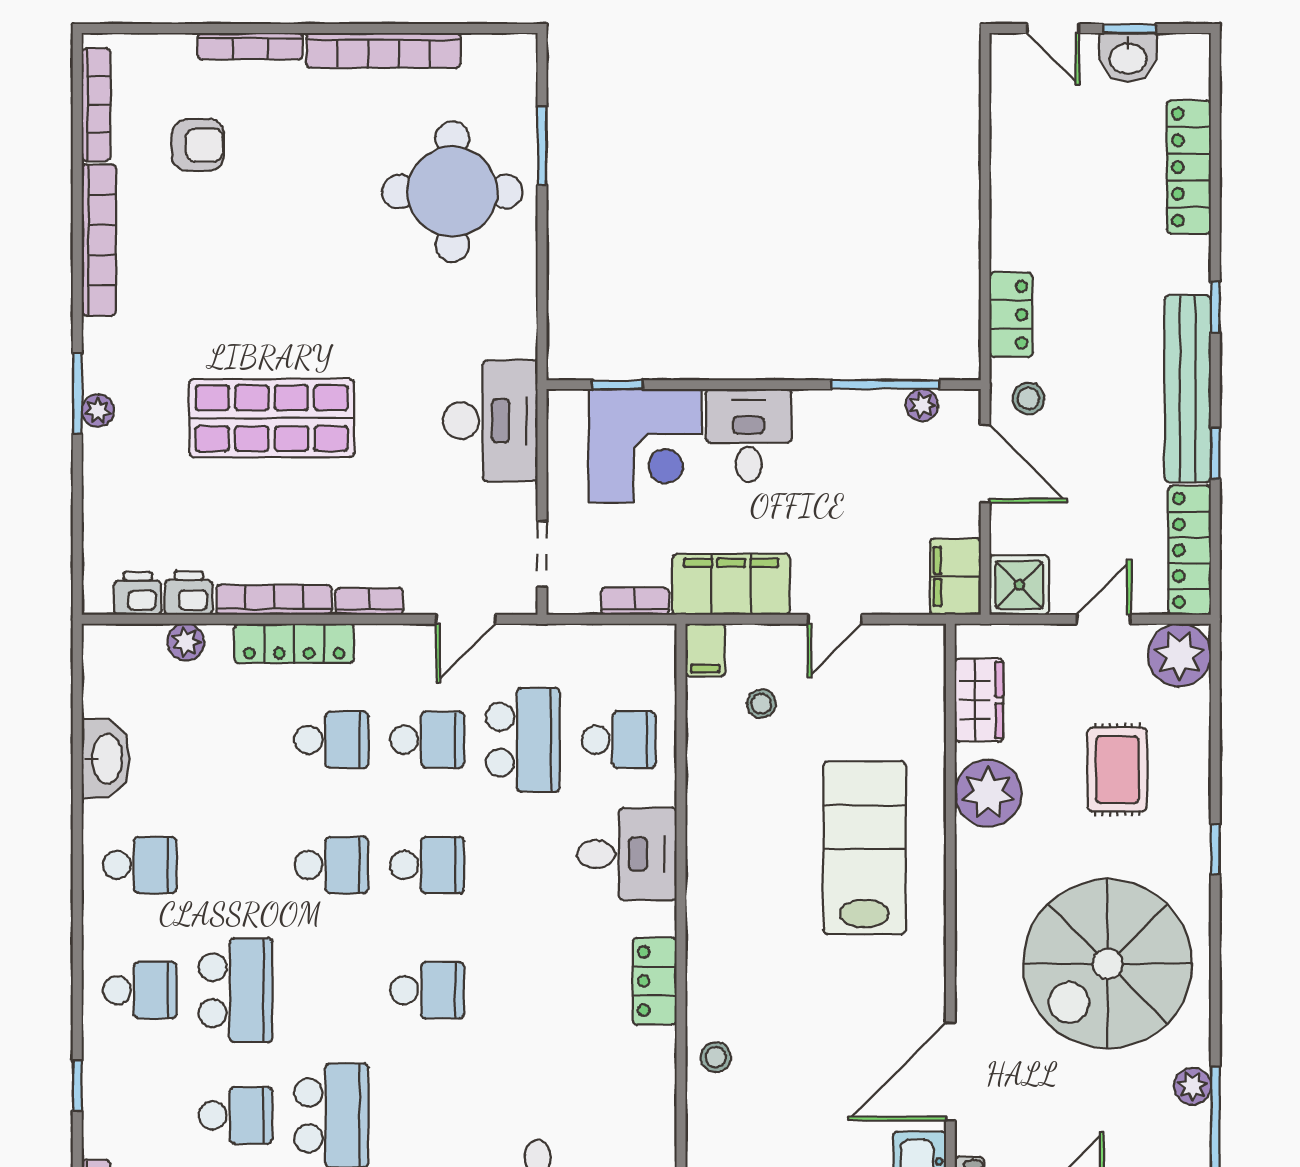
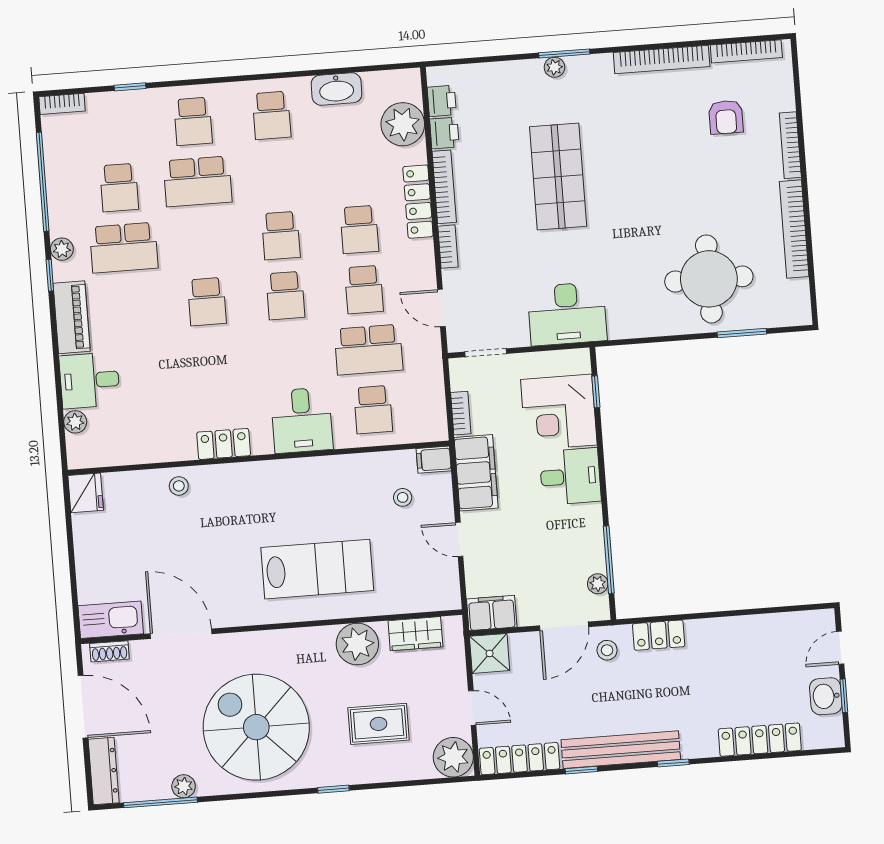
plant: (186, 642) -> (403, 124), width x1.88, depth x1.88

